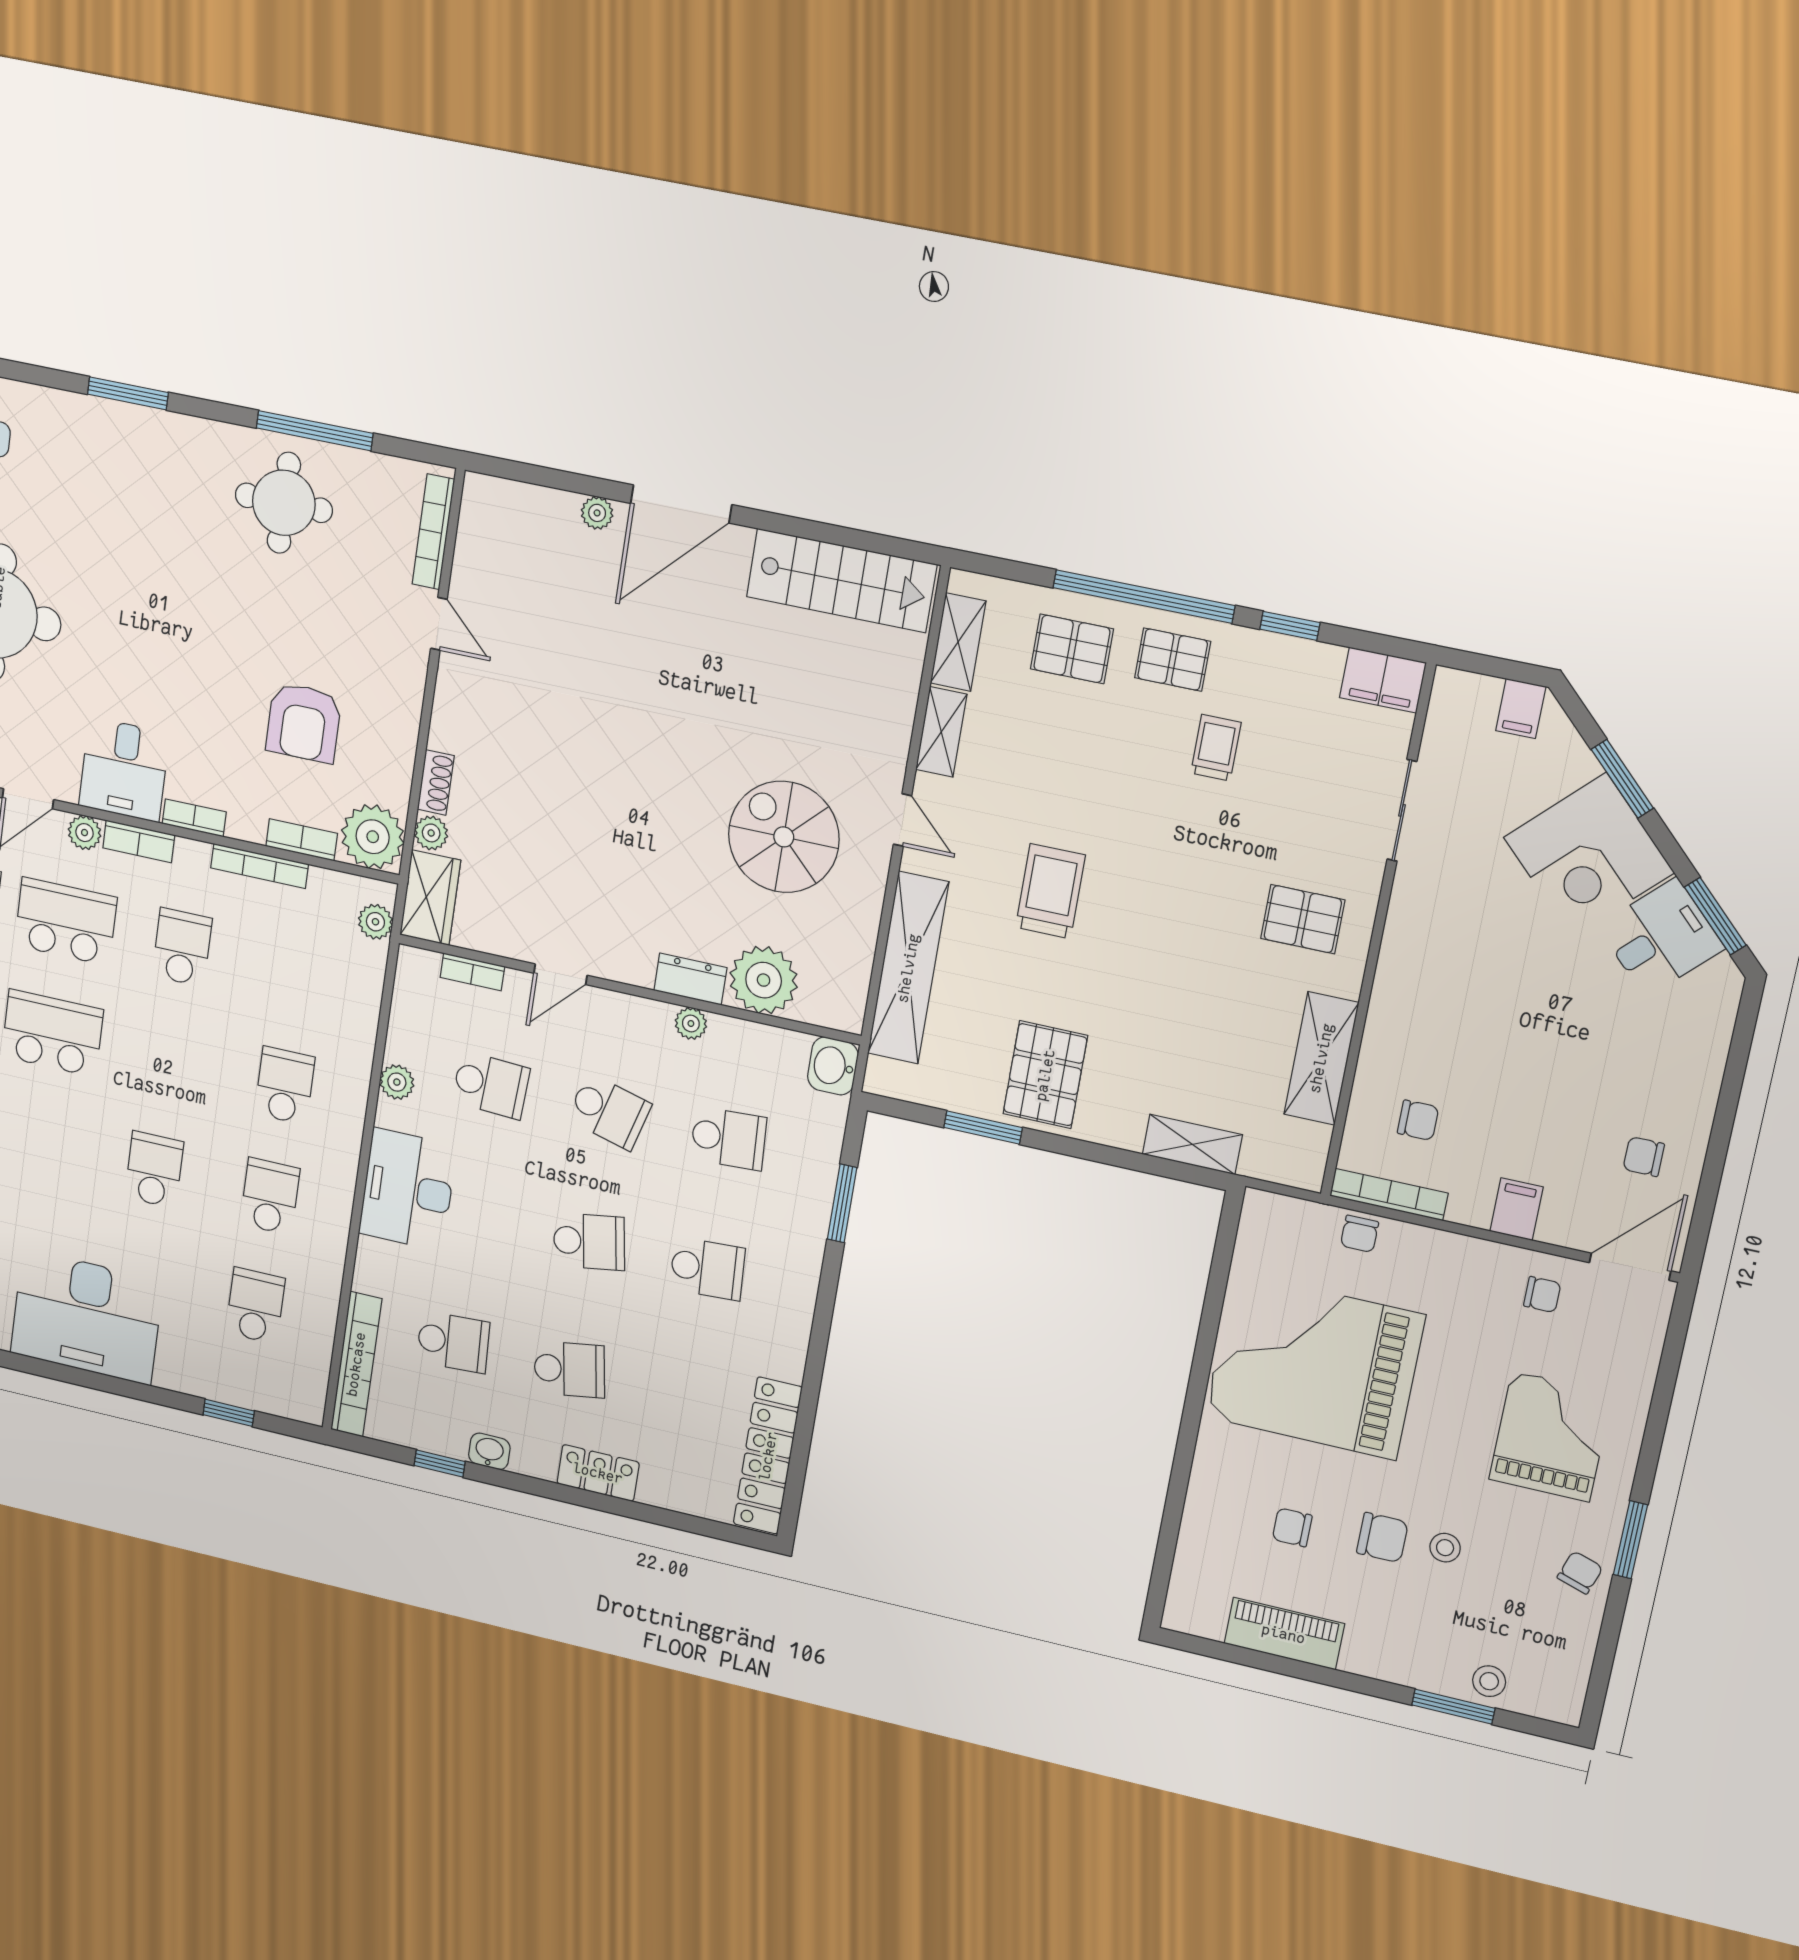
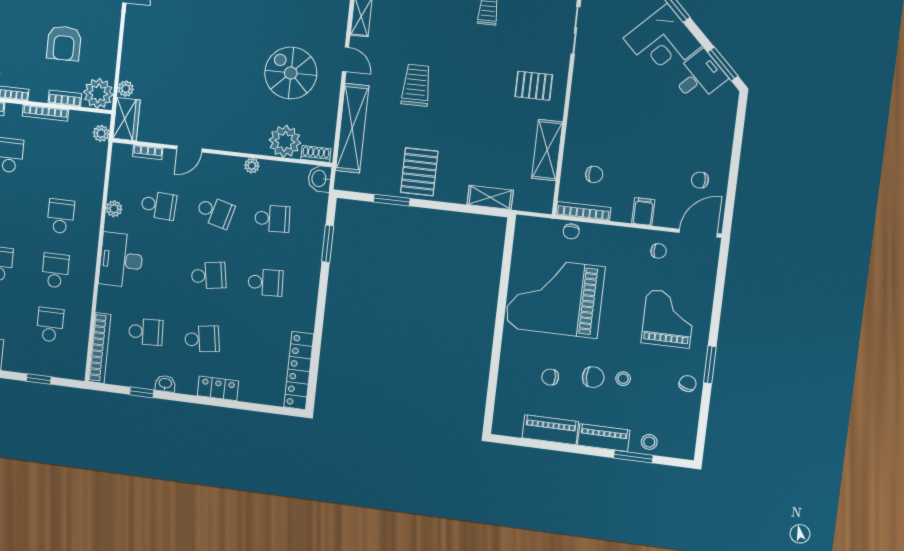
shoe rack: (436, 782) -> (316, 154), moved, turned -90
dresser: (690, 979) -> (251, 145), removed
piano: (1395, 1662) -> (604, 438), added

